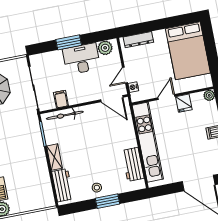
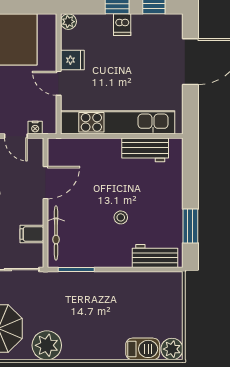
door: (112, 99) -> (45, 183), moved
shelving: (54, 157) -> (113, 260), removed
stool: (97, 188) -> (121, 217), moved
window: (108, 201) -> (190, 226), moved

